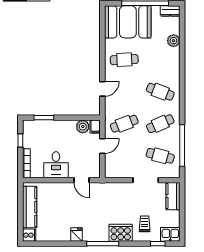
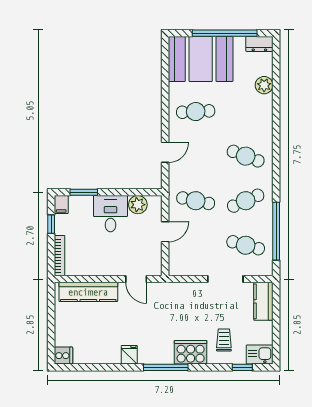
cafe table: (124, 124) -> (196, 201), turned 33
filing cabinet: (95, 127) -> (61, 205), moved
desk: (56, 165) -> (111, 214), moved, turned 180
kitchen counter: (30, 207) -> (88, 292), moved, turned 90

